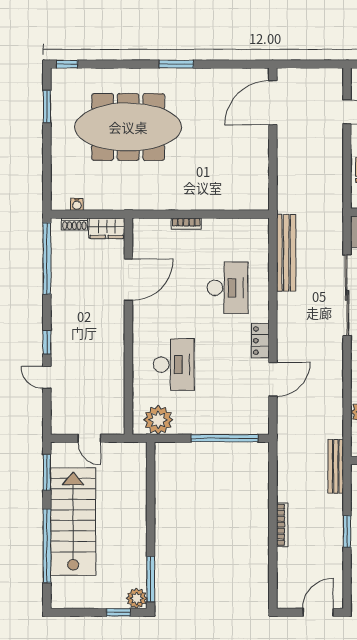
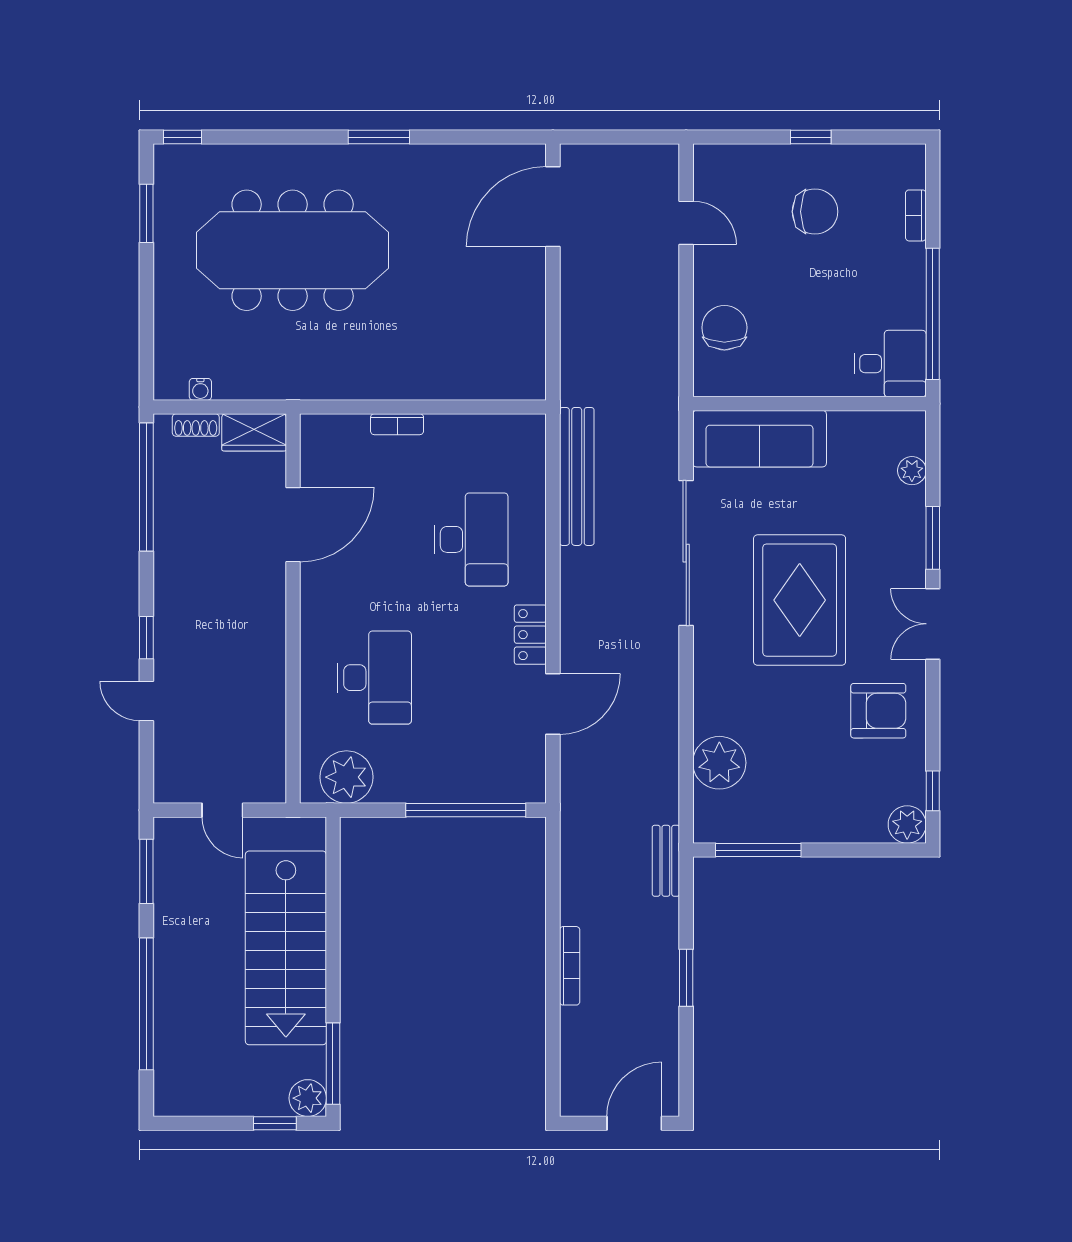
bench: (336, 466) -> (666, 861), width x0.73
stairs: (73, 522) -> (286, 948), moved, turned 180

